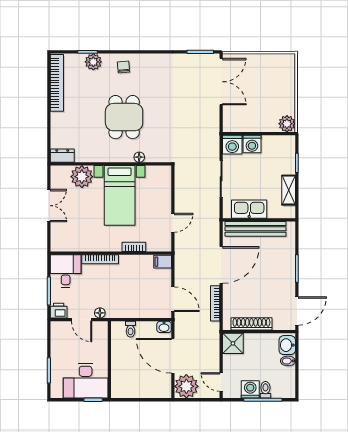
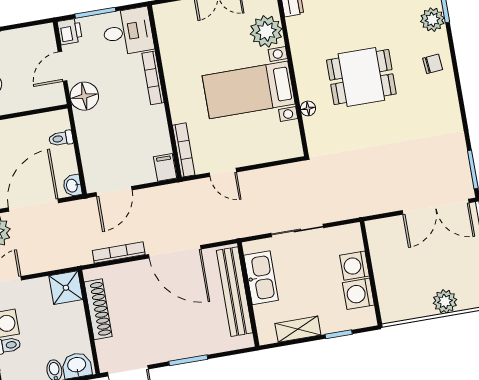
plant: (287, 124) -> (445, 301), moved
washing machine: (232, 145) -> (358, 294), moved
bookcase: (134, 247) -> (184, 150), moved, width x1.56
floor lamp: (100, 313) -> (84, 96), width x1.89, depth x1.89

